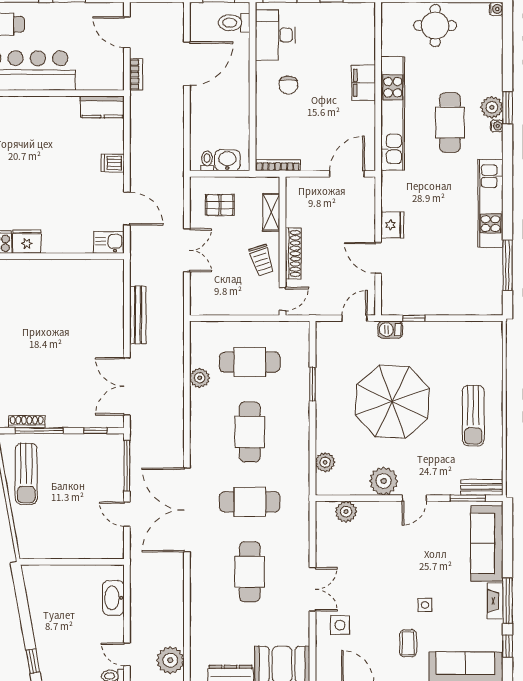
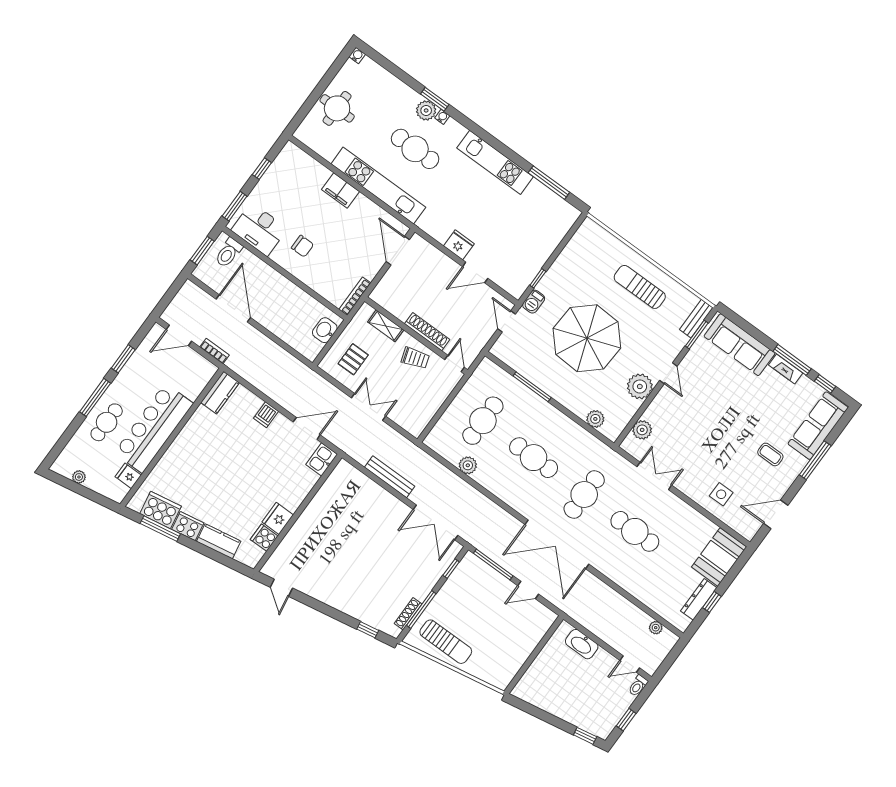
toilet: (207, 161) -> (315, 345), removed
window: (313, 384) -> (532, 387), width x1.44
sun lounger: (473, 416) -> (640, 287), turned 180
double door: (313, 589) -> (654, 476), moved
side table: (425, 605) -> (752, 422), removed
plant: (170, 660) -> (656, 628), width x0.53, depth x0.53

